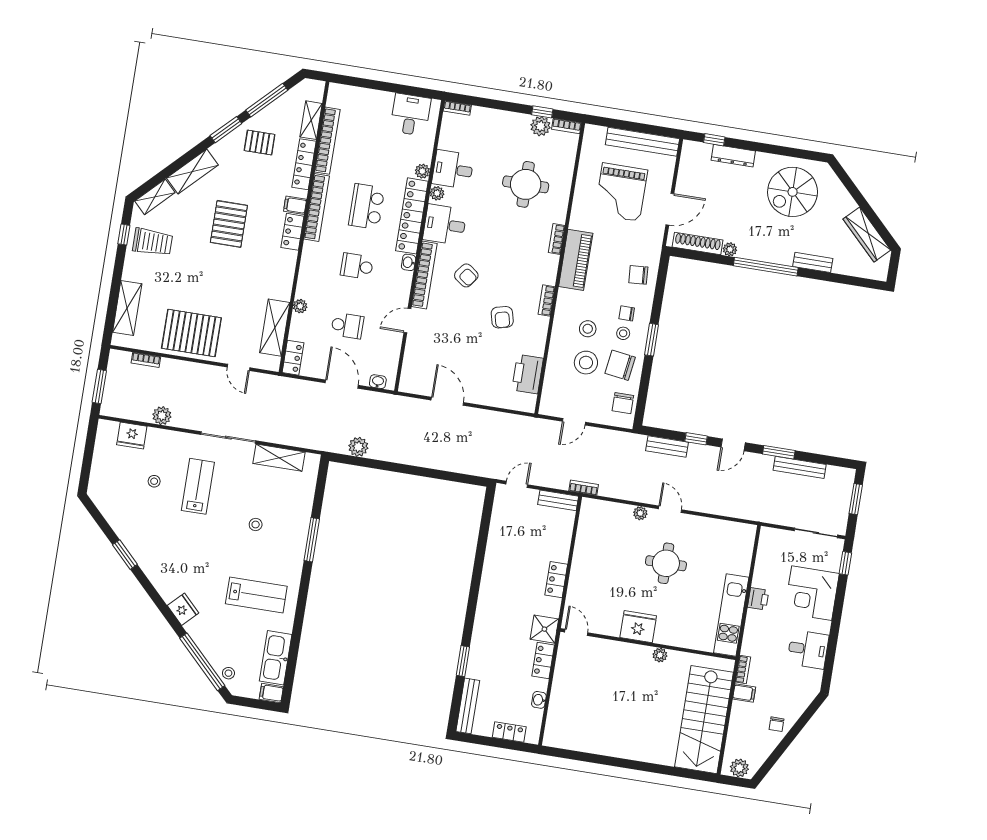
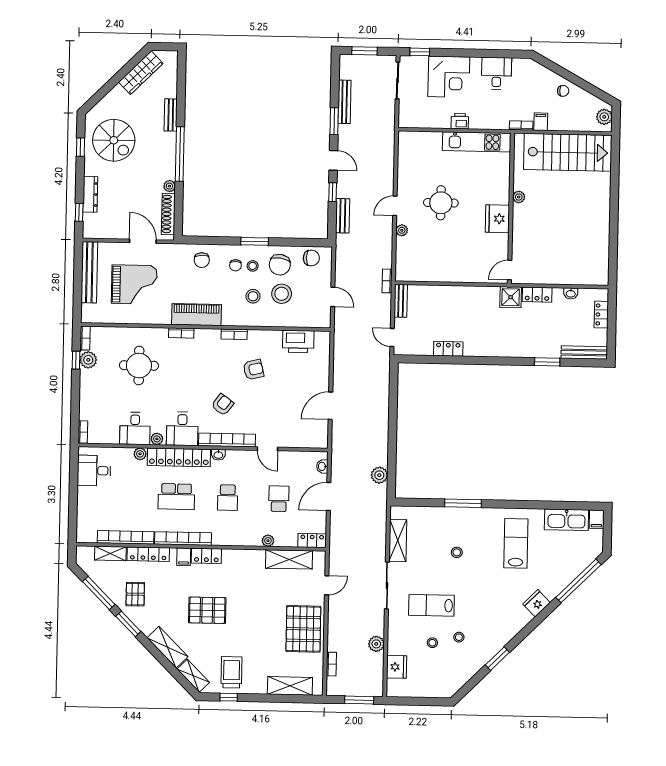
window: (790, 152) -> (81, 147), added
locker: (556, 580) -> (448, 349), moved, turned 180
stool: (228, 673) -> (459, 637), moved

